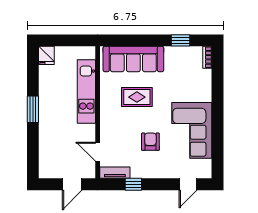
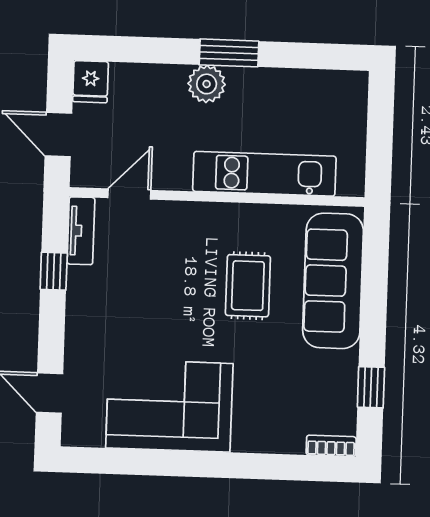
fridge: (46, 55) -> (91, 82), moved, turned -90
plant: (47, 119) -> (207, 84), added
armchair: (150, 142) -> (147, 312), removed

